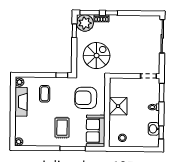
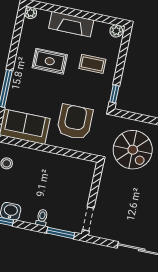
fireplace: (21, 102) -> (71, 24), moved
shower: (118, 106) -> (54, 166), removed
rug: (62, 128) -> (50, 61), moved

